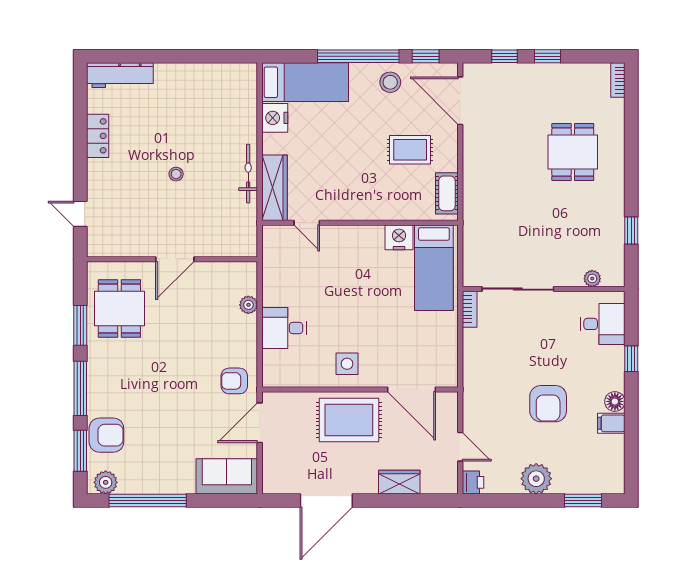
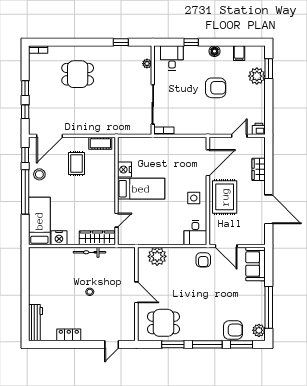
bed: (434, 268) -> (141, 189), moved
plant: (248, 305) -> (157, 256), width x1.87, depth x1.87
desk: (284, 328) -> (195, 233), moved
filing cabinet: (611, 423) -> (239, 53), moved
armchair: (106, 435) -> (233, 330), turned 90
plant: (536, 479) -> (257, 76), moved

